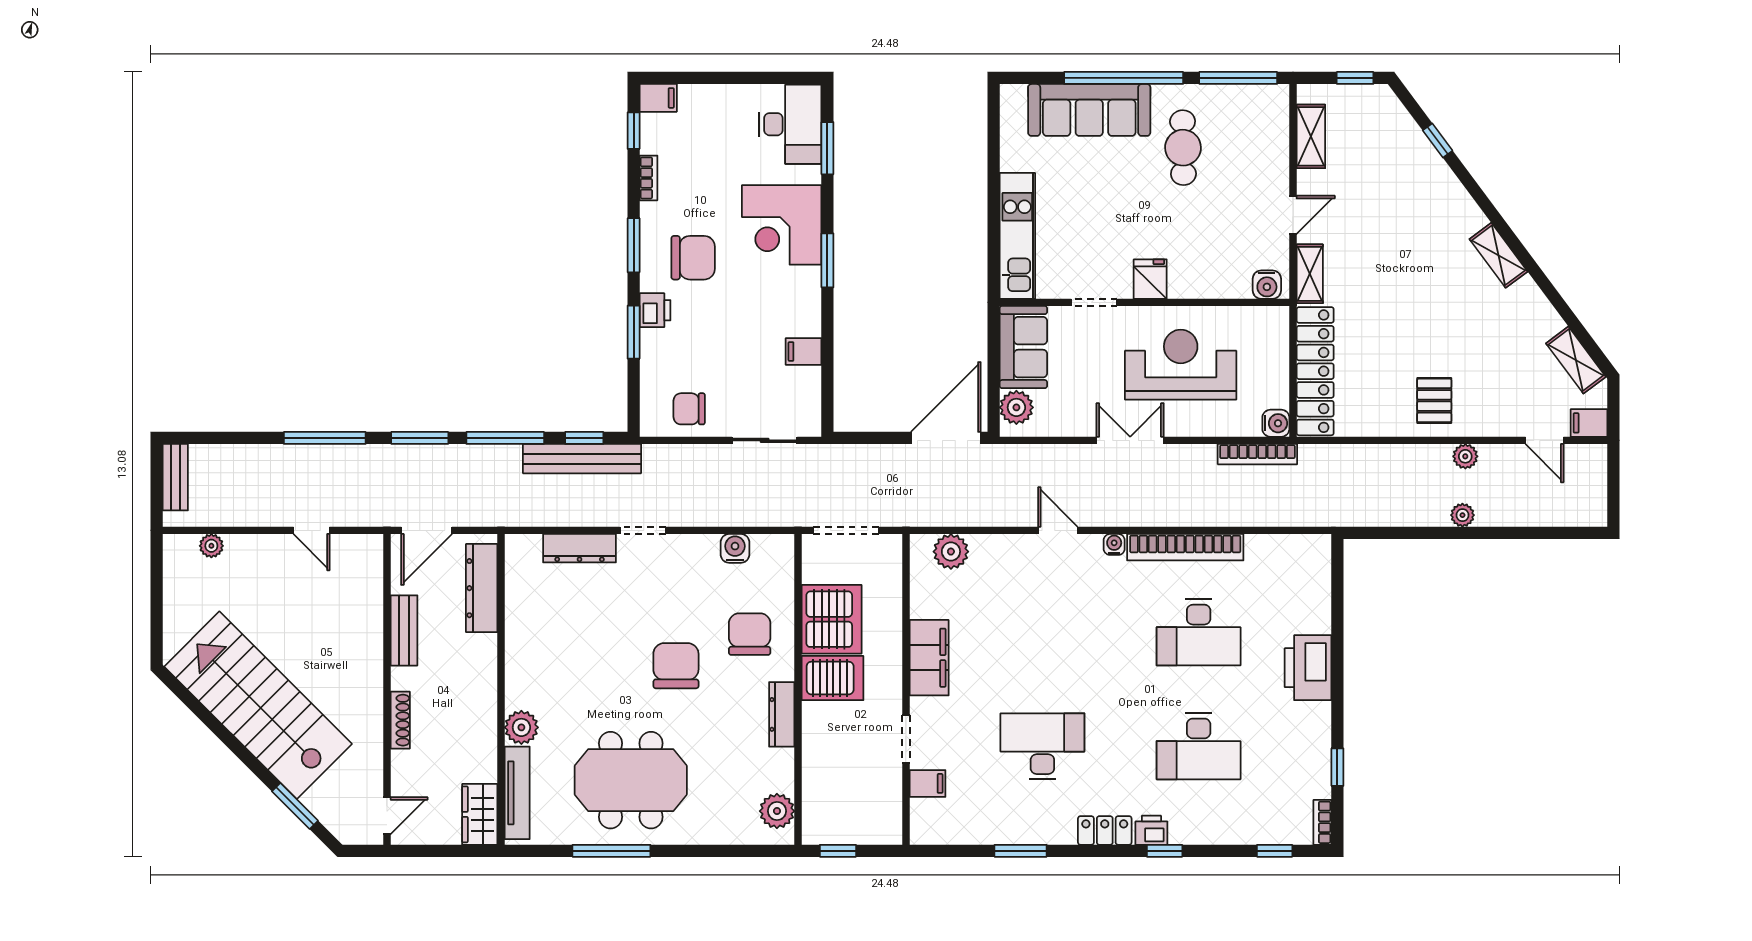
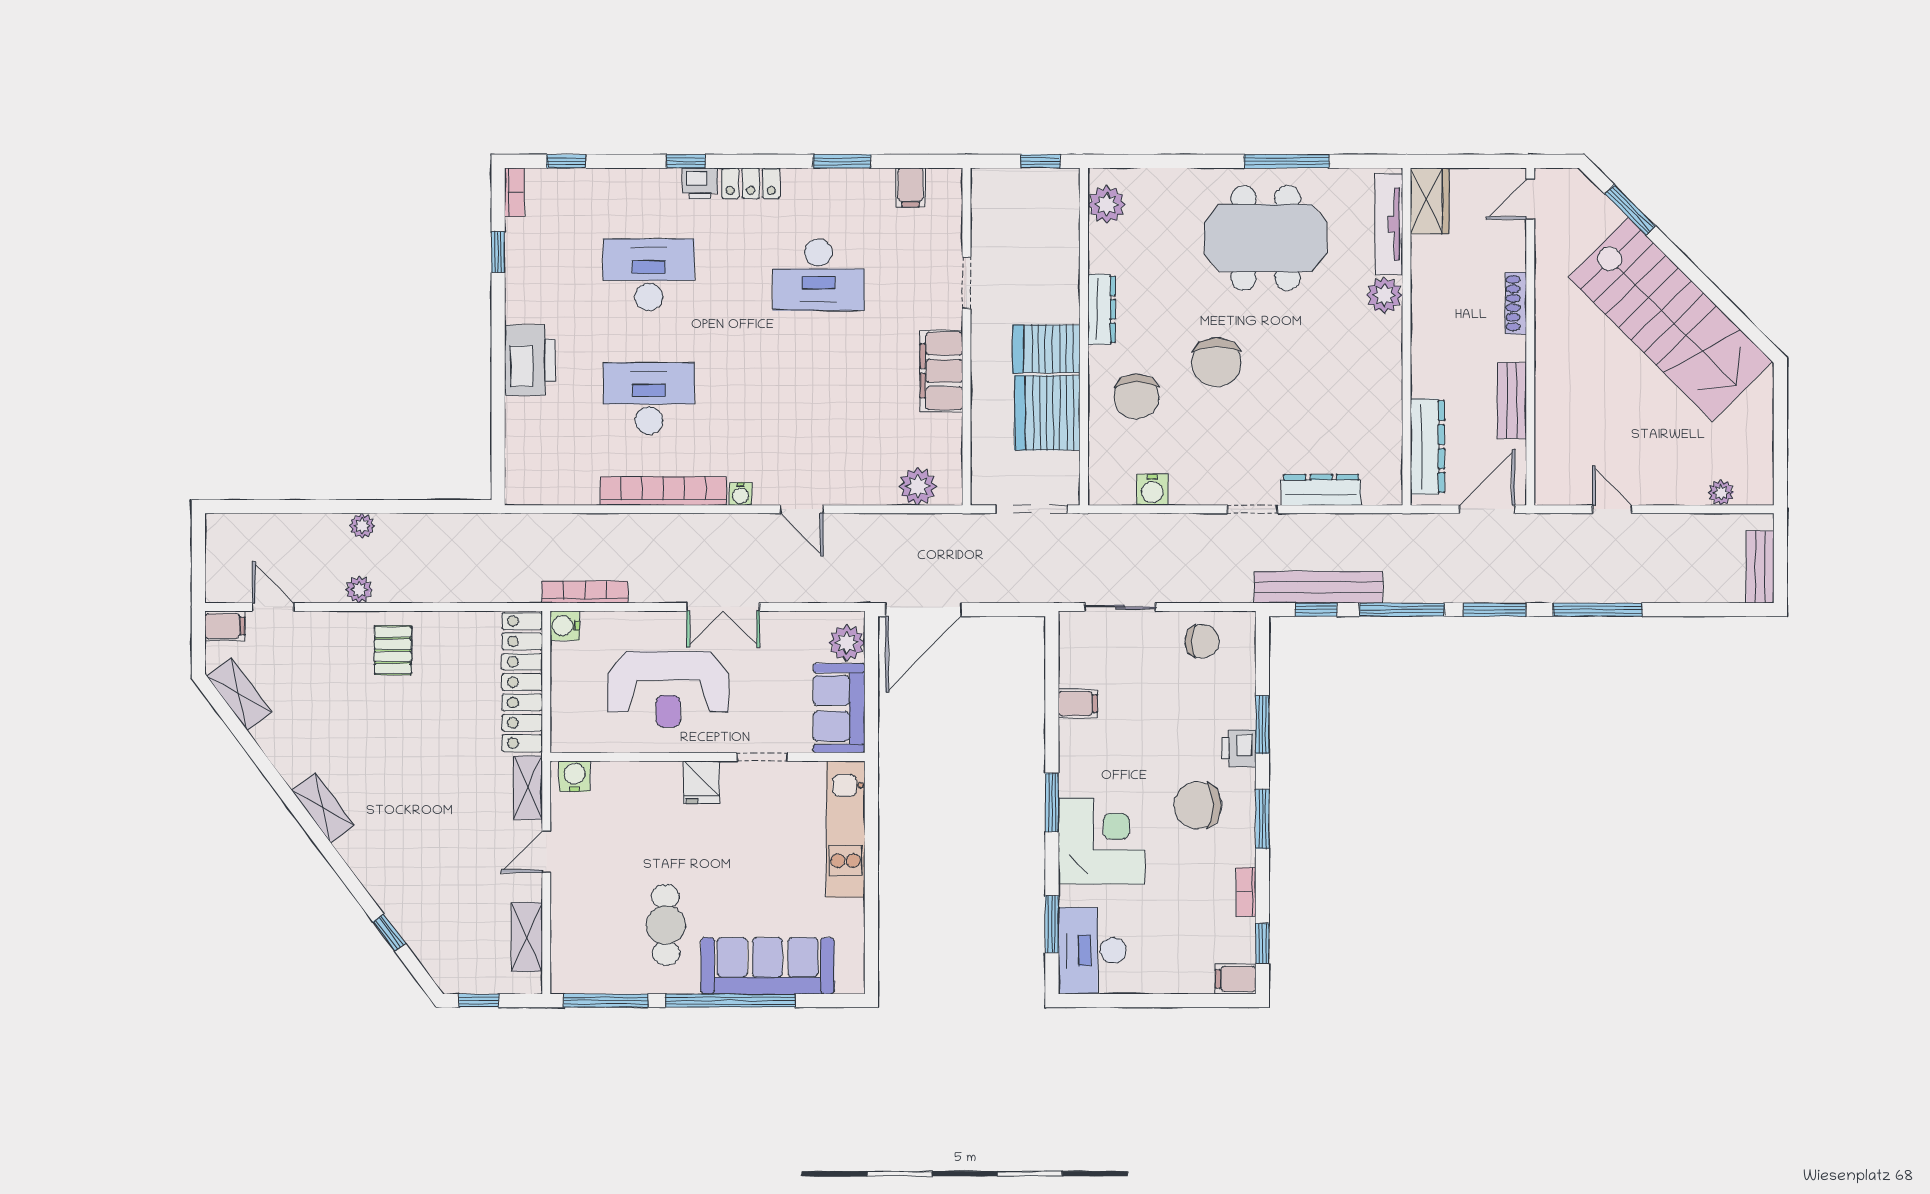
filing cabinet: (928, 783) -> (910, 187), moved, turned -90

